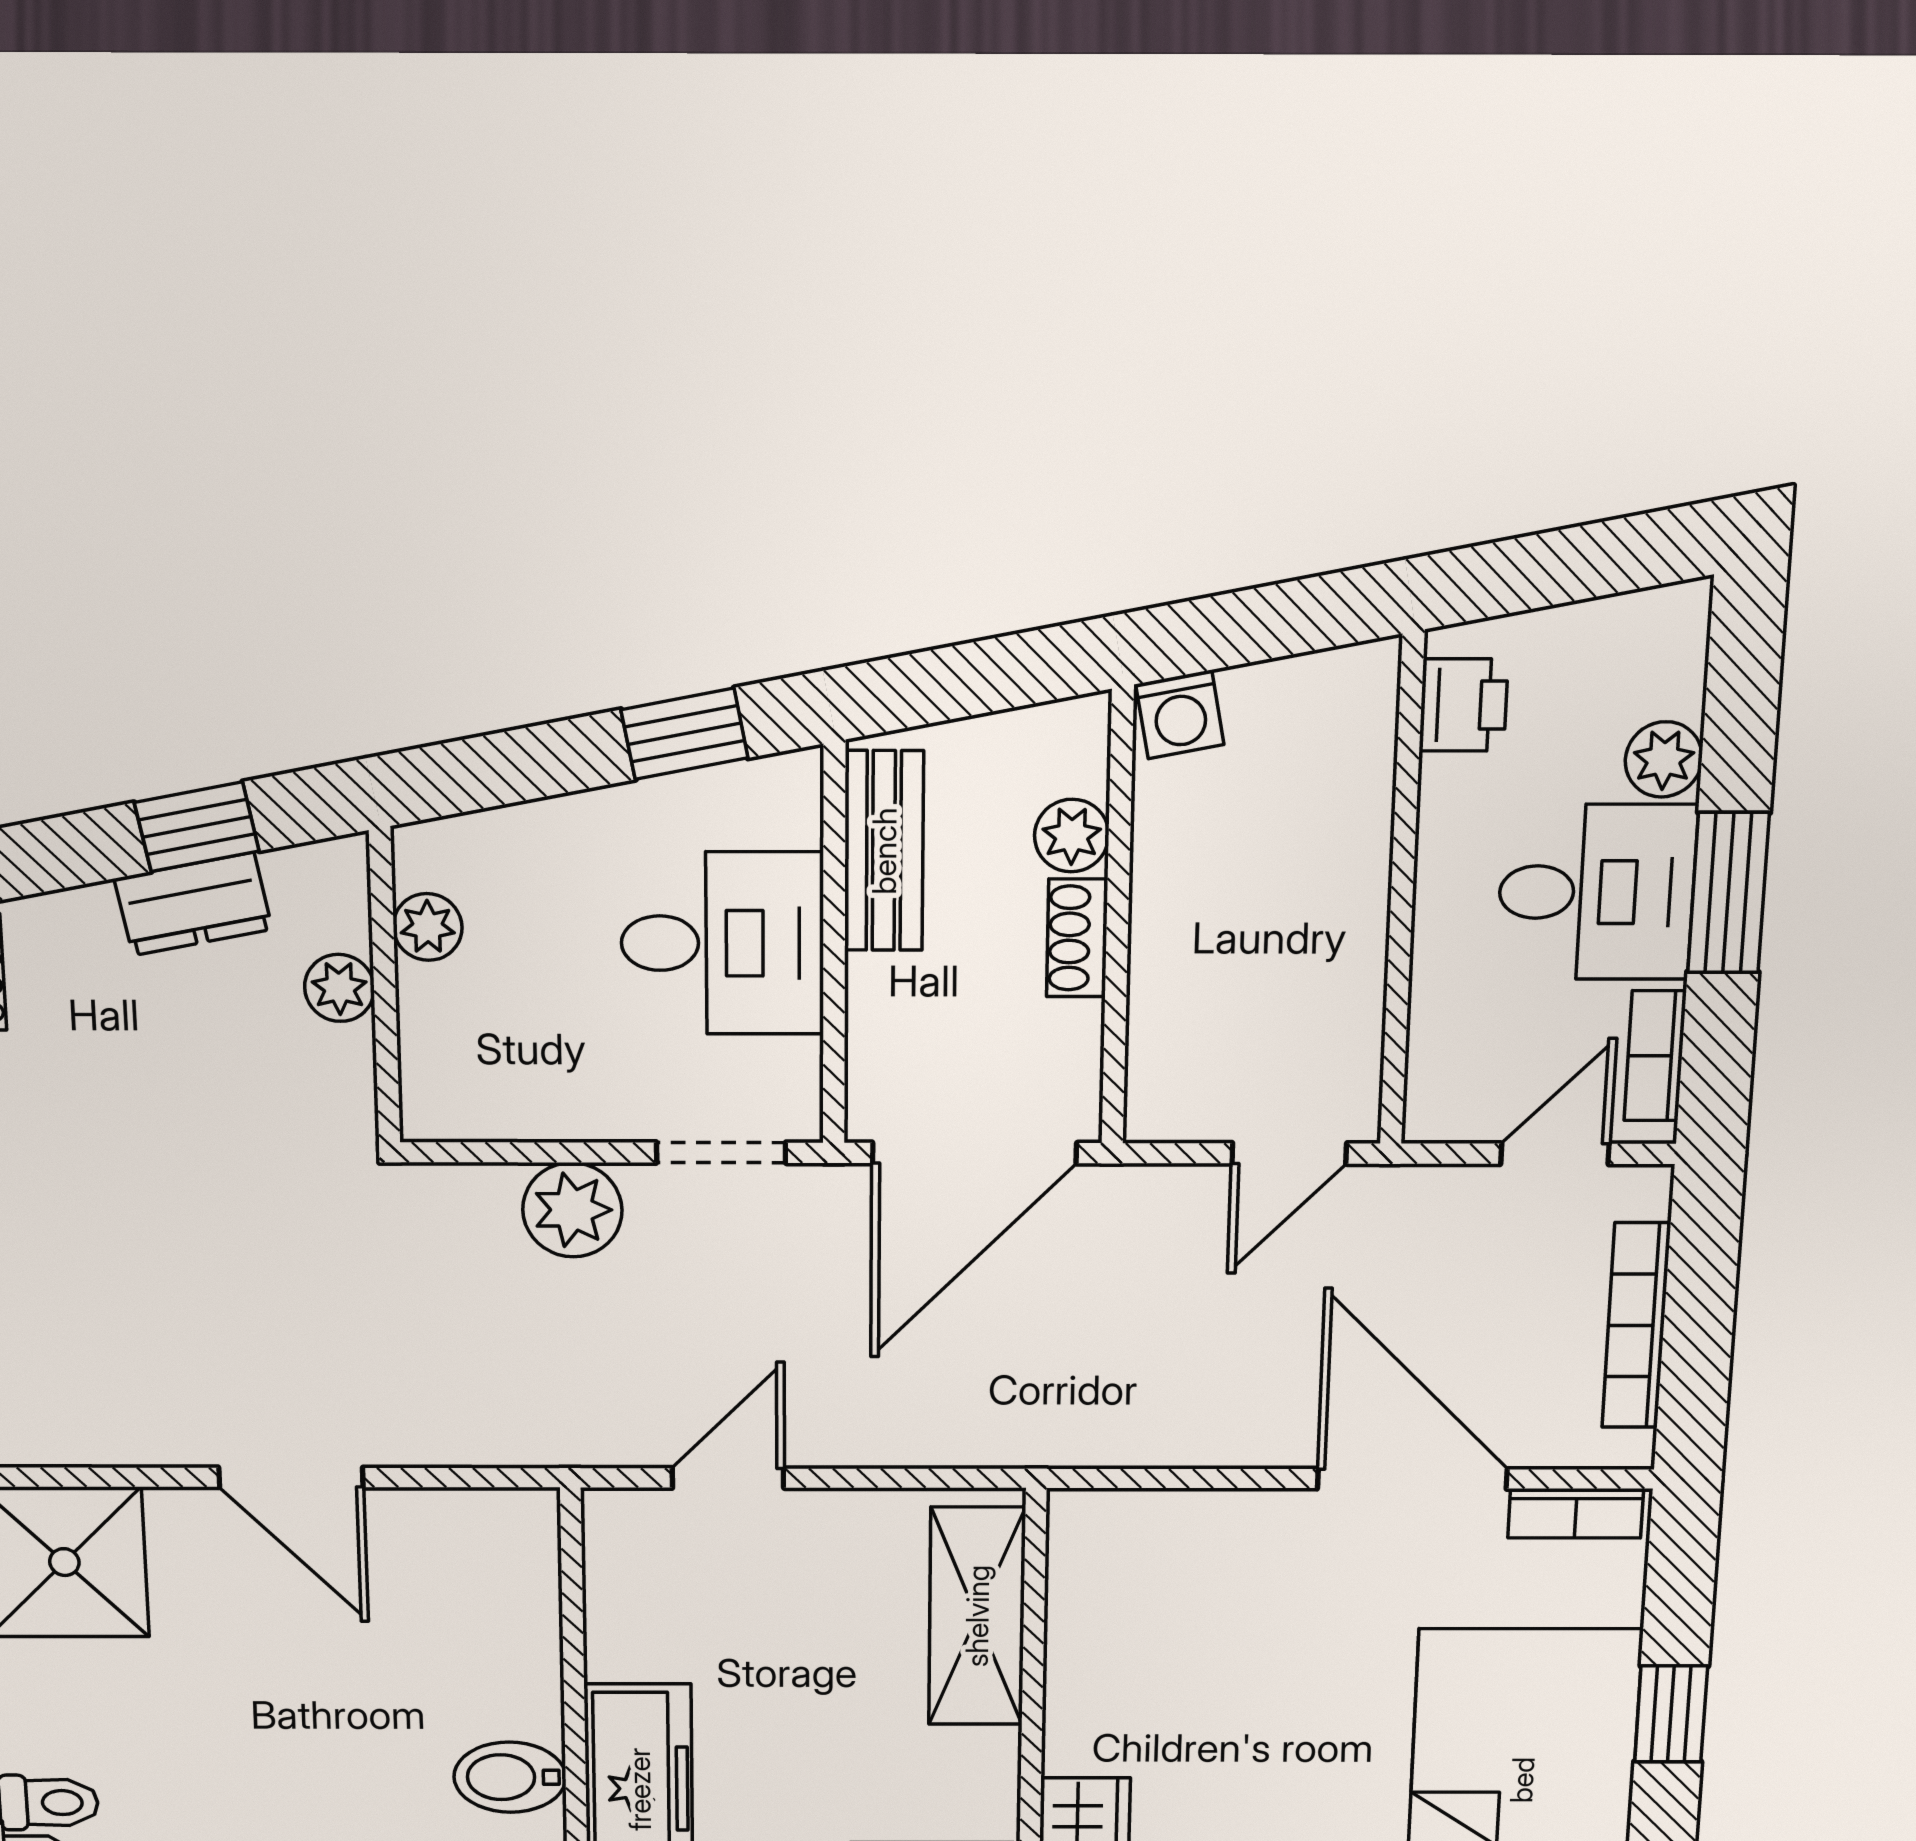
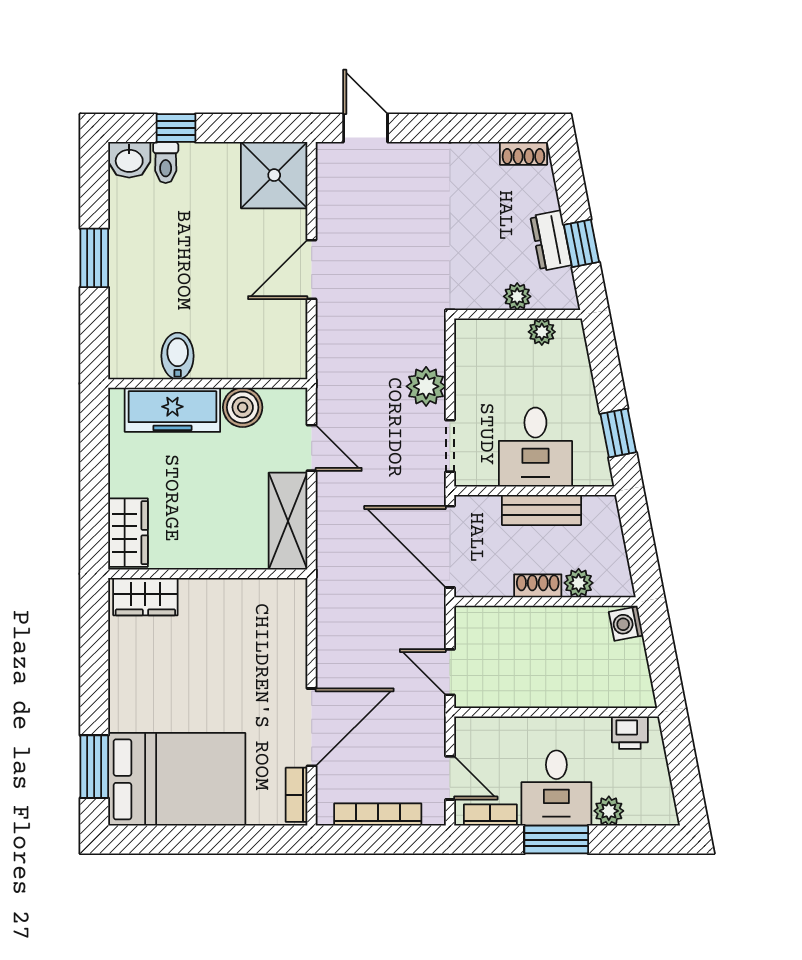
bench: (884, 851) -> (542, 510), moved
shelving: (977, 1616) -> (288, 521), moved, turned 90
boiler: (631, 1634) -> (243, 407), added
window: (1671, 1714) -> (207, 840), removed

